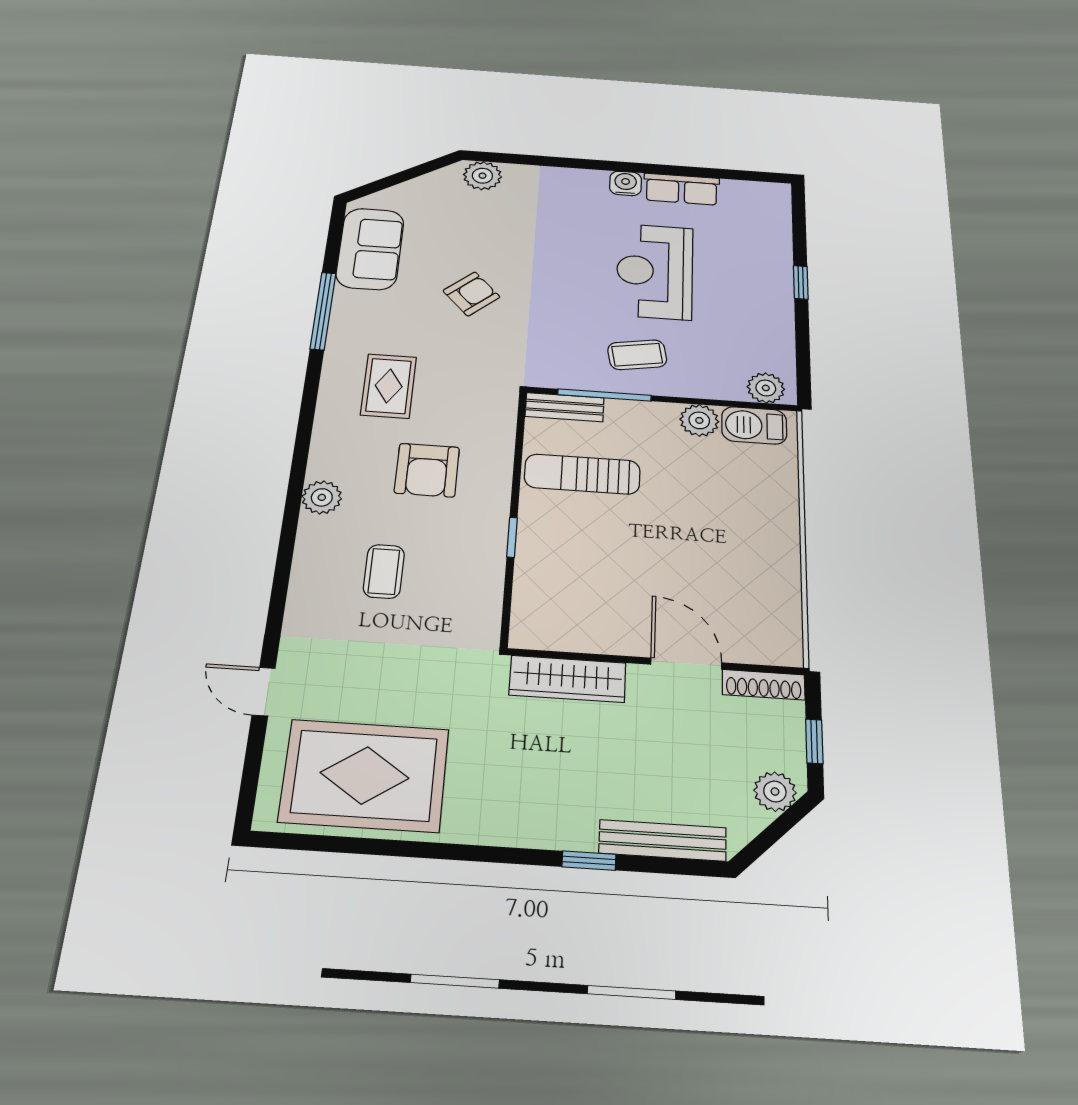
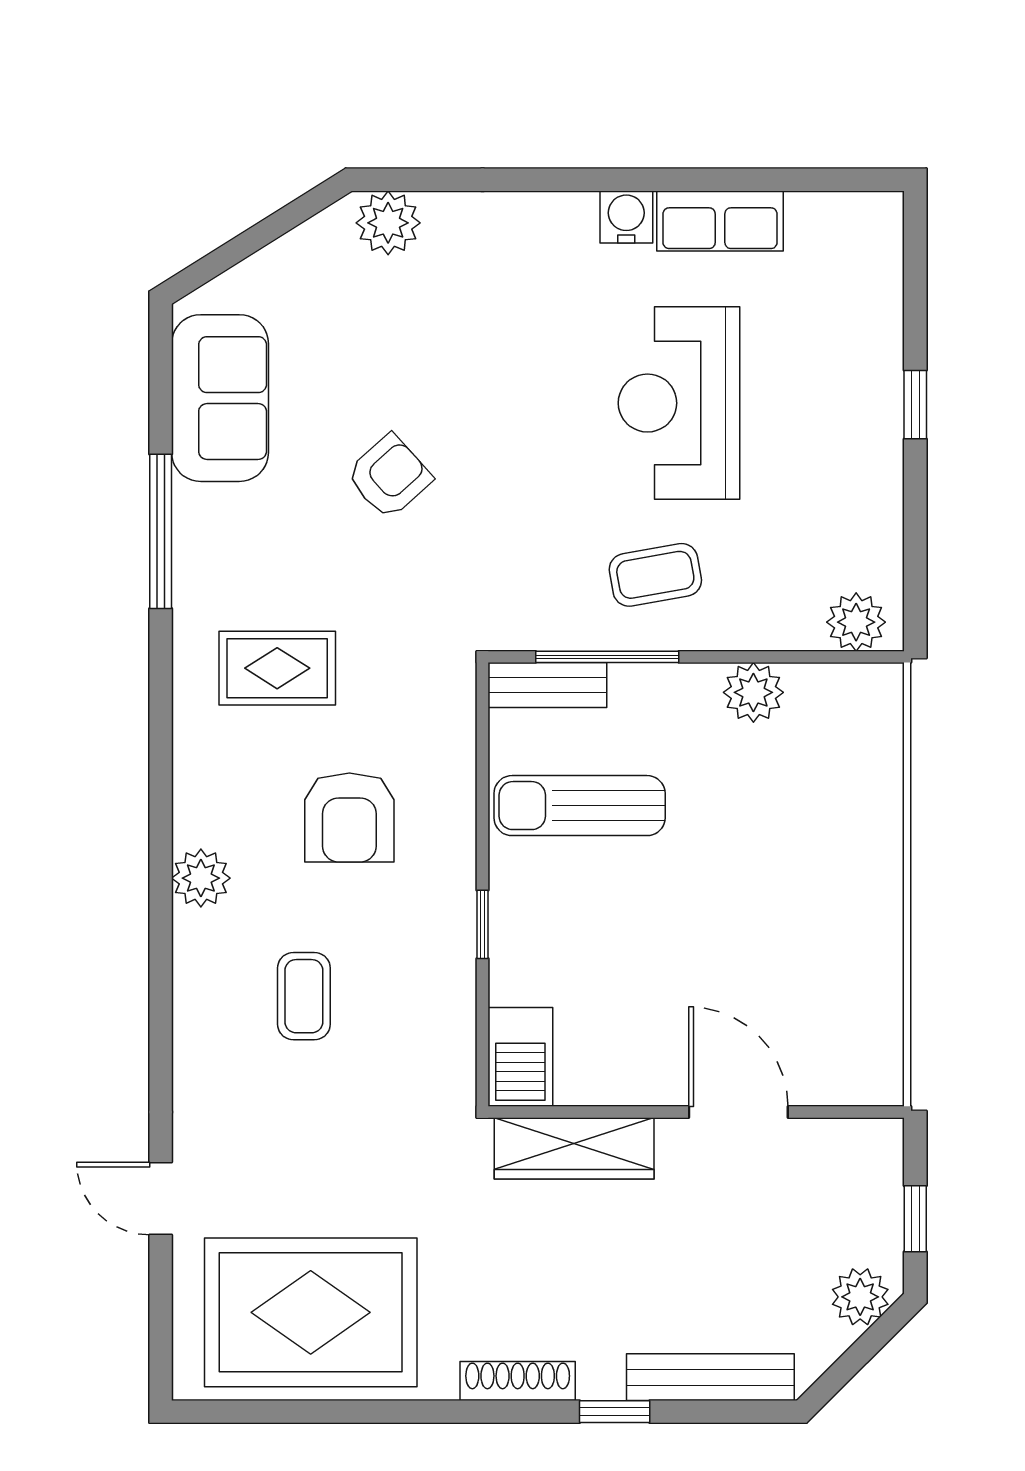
rug: (389, 386) -> (277, 668), turned 90
barbecue: (754, 425) -> (520, 1057), moved, turned -90
shoe rack: (764, 685) -> (518, 1381), moved, turned 180

